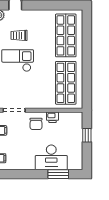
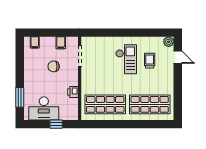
chair: (36, 124) -> (54, 66), moved
desk: (51, 157) -> (44, 108), moved, turned -90

